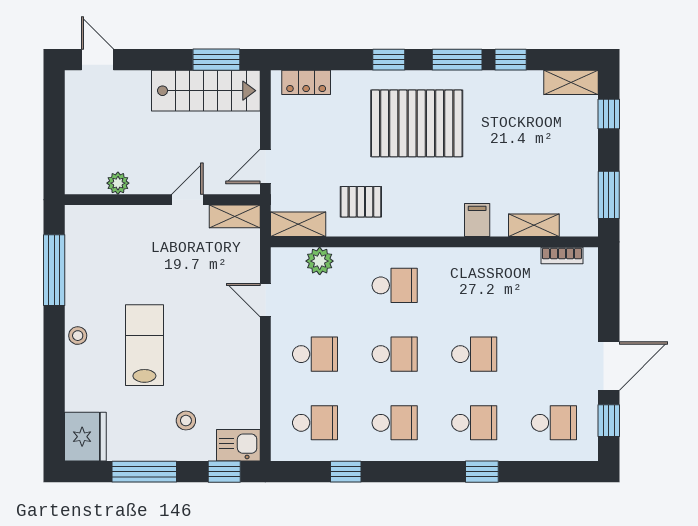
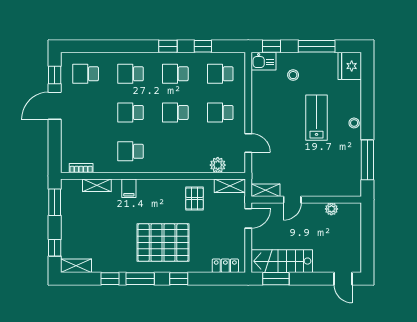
pallet: (361, 202) -> (194, 198), turned 90
school desk: (395, 285) -> (131, 151), moved
lab bench: (144, 345) -> (316, 118), turned 180
window: (482, 472) -> (168, 46), moved

